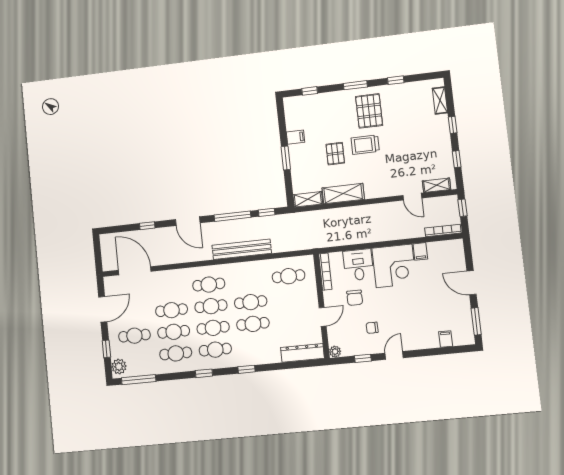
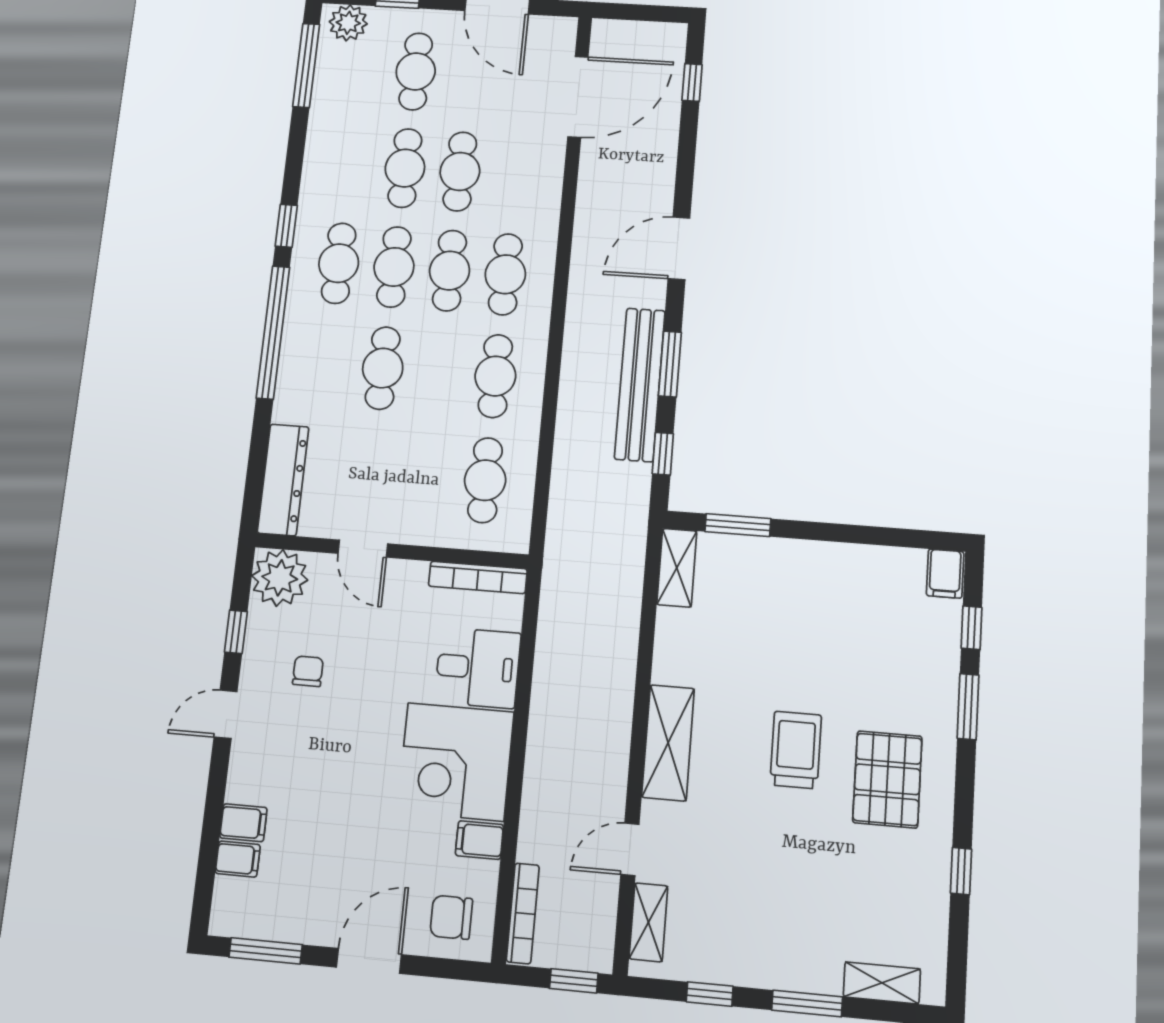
window: (355, 85) -> (968, 707), moved
pallet: (369, 111) -> (887, 779), turned 90
window: (453, 125) -> (807, 1003), width x1.50
filing cabinet: (295, 137) -> (945, 574), moved
pallet: (335, 154) -> (786, 664), removed
window: (286, 158) -> (738, 525), moved
shelving: (343, 194) -> (668, 743), moved
window: (232, 216) -> (670, 364), width x0.69
window: (147, 226) -> (692, 82), moved
bench: (242, 249) -> (640, 385), moved
chair: (355, 298) -> (451, 917), moved
cafe table: (251, 302) -> (495, 376), moved
filing cabinet: (432, 340) -> (243, 823), added
plant: (335, 352) -> (280, 578), width x1.87, depth x1.87
cafe table: (176, 353) -> (350, 165), removed
door: (394, 355) -> (226, 714), swing flipped
window: (247, 369) -> (273, 332), width x3.17

